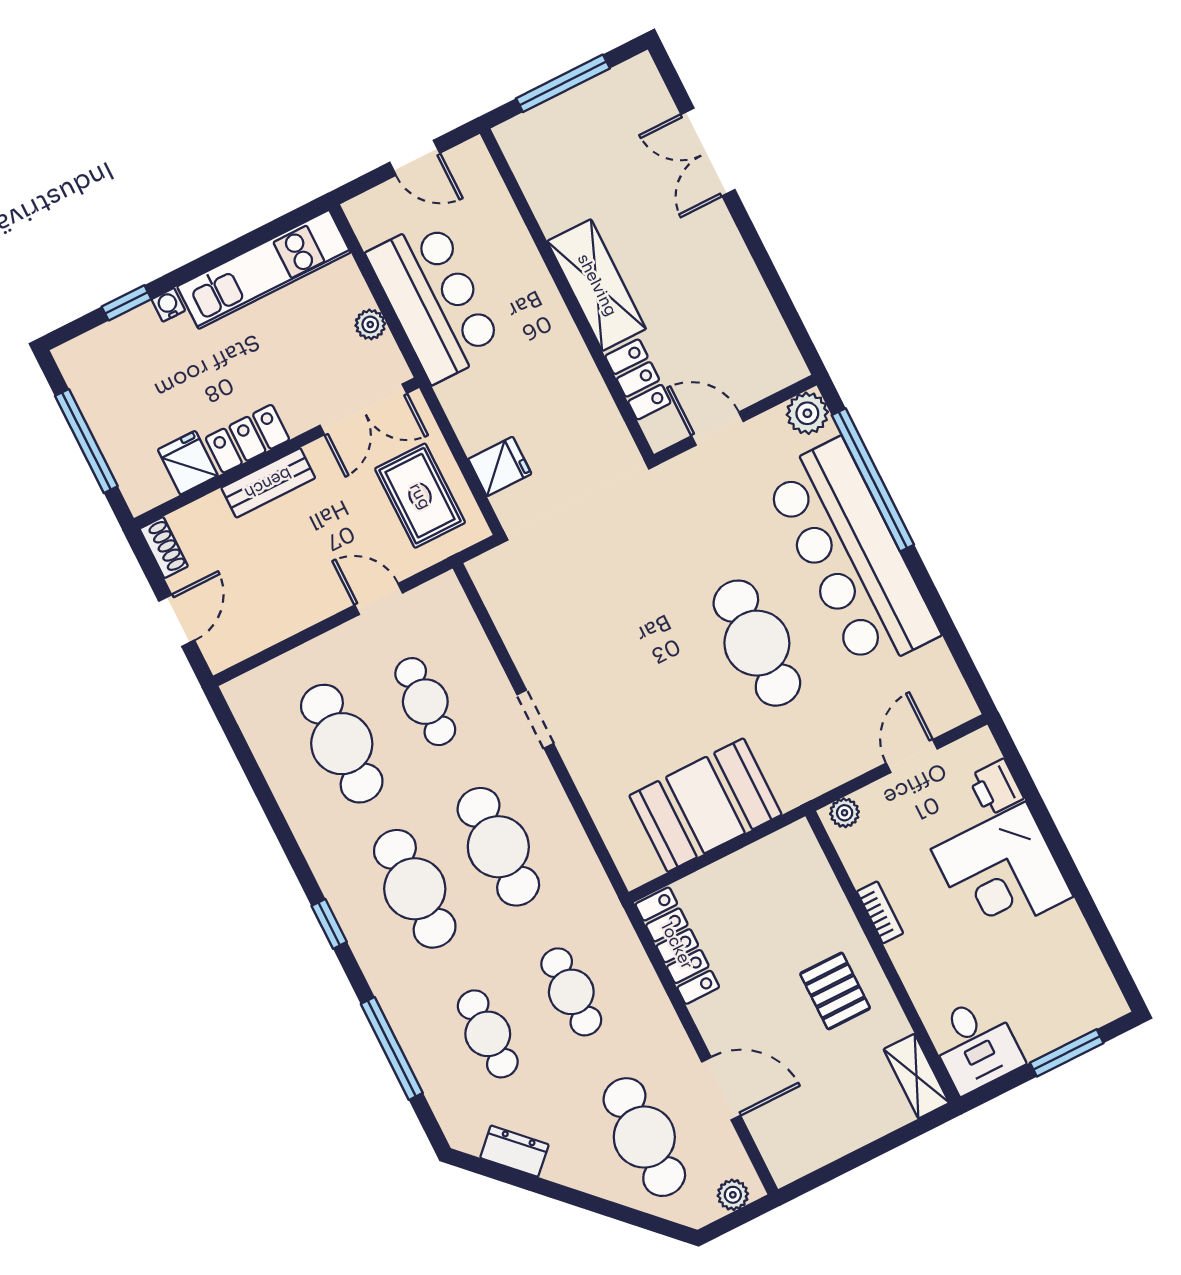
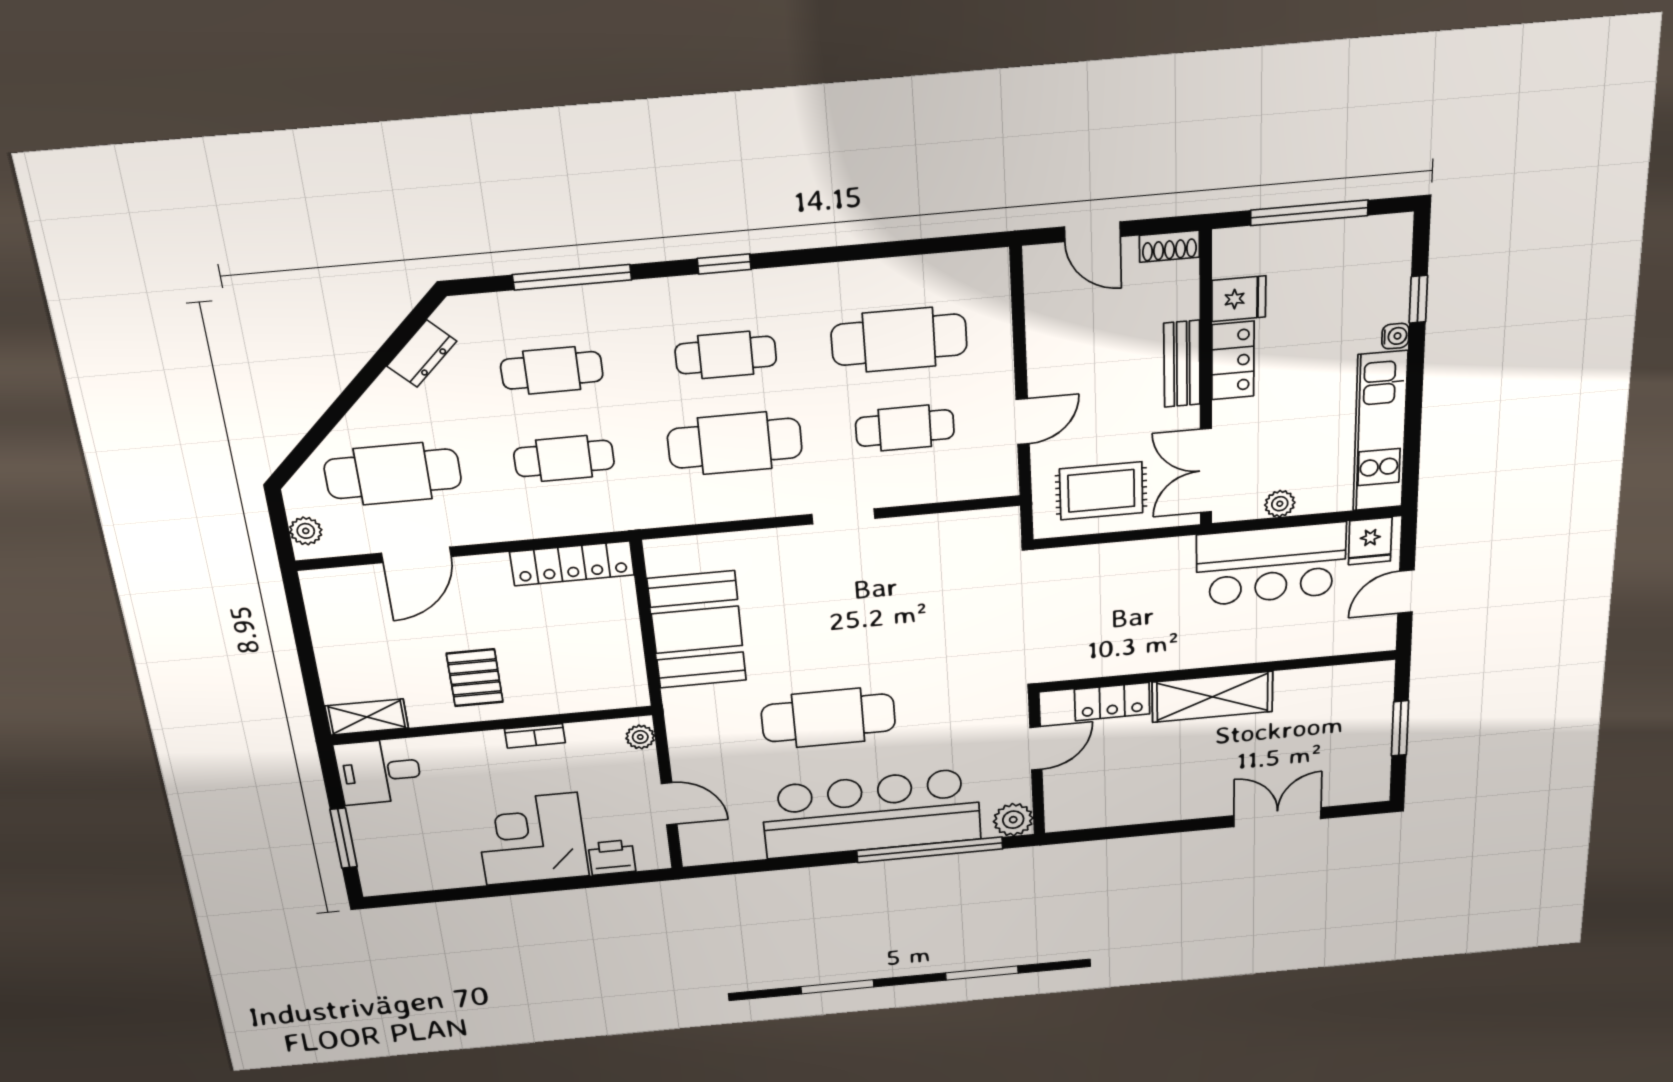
window: (563, 83) -> (1400, 728), width x0.69
fridge: (500, 466) -> (1370, 541), moved
cafe table: (415, 889) -> (726, 355), width x0.73, depth x0.74
pallet: (835, 991) -> (475, 678), turned 90

